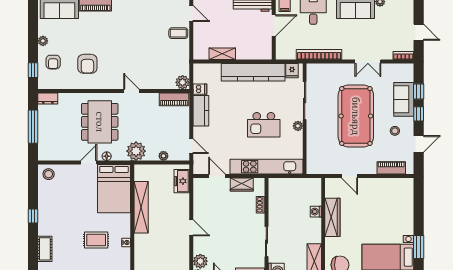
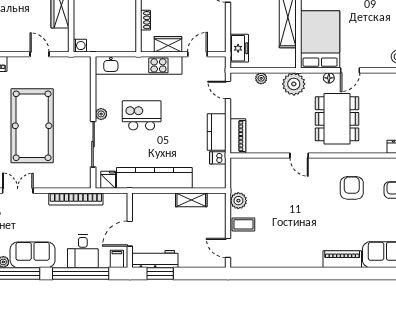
plant: (183, 82) -> (238, 201), moved
piano: (174, 99) -> (238, 136), moved, turned 90
door: (217, 176) -> (197, 54), swing flipped
washing machine: (316, 212) -> (80, 46), moved

